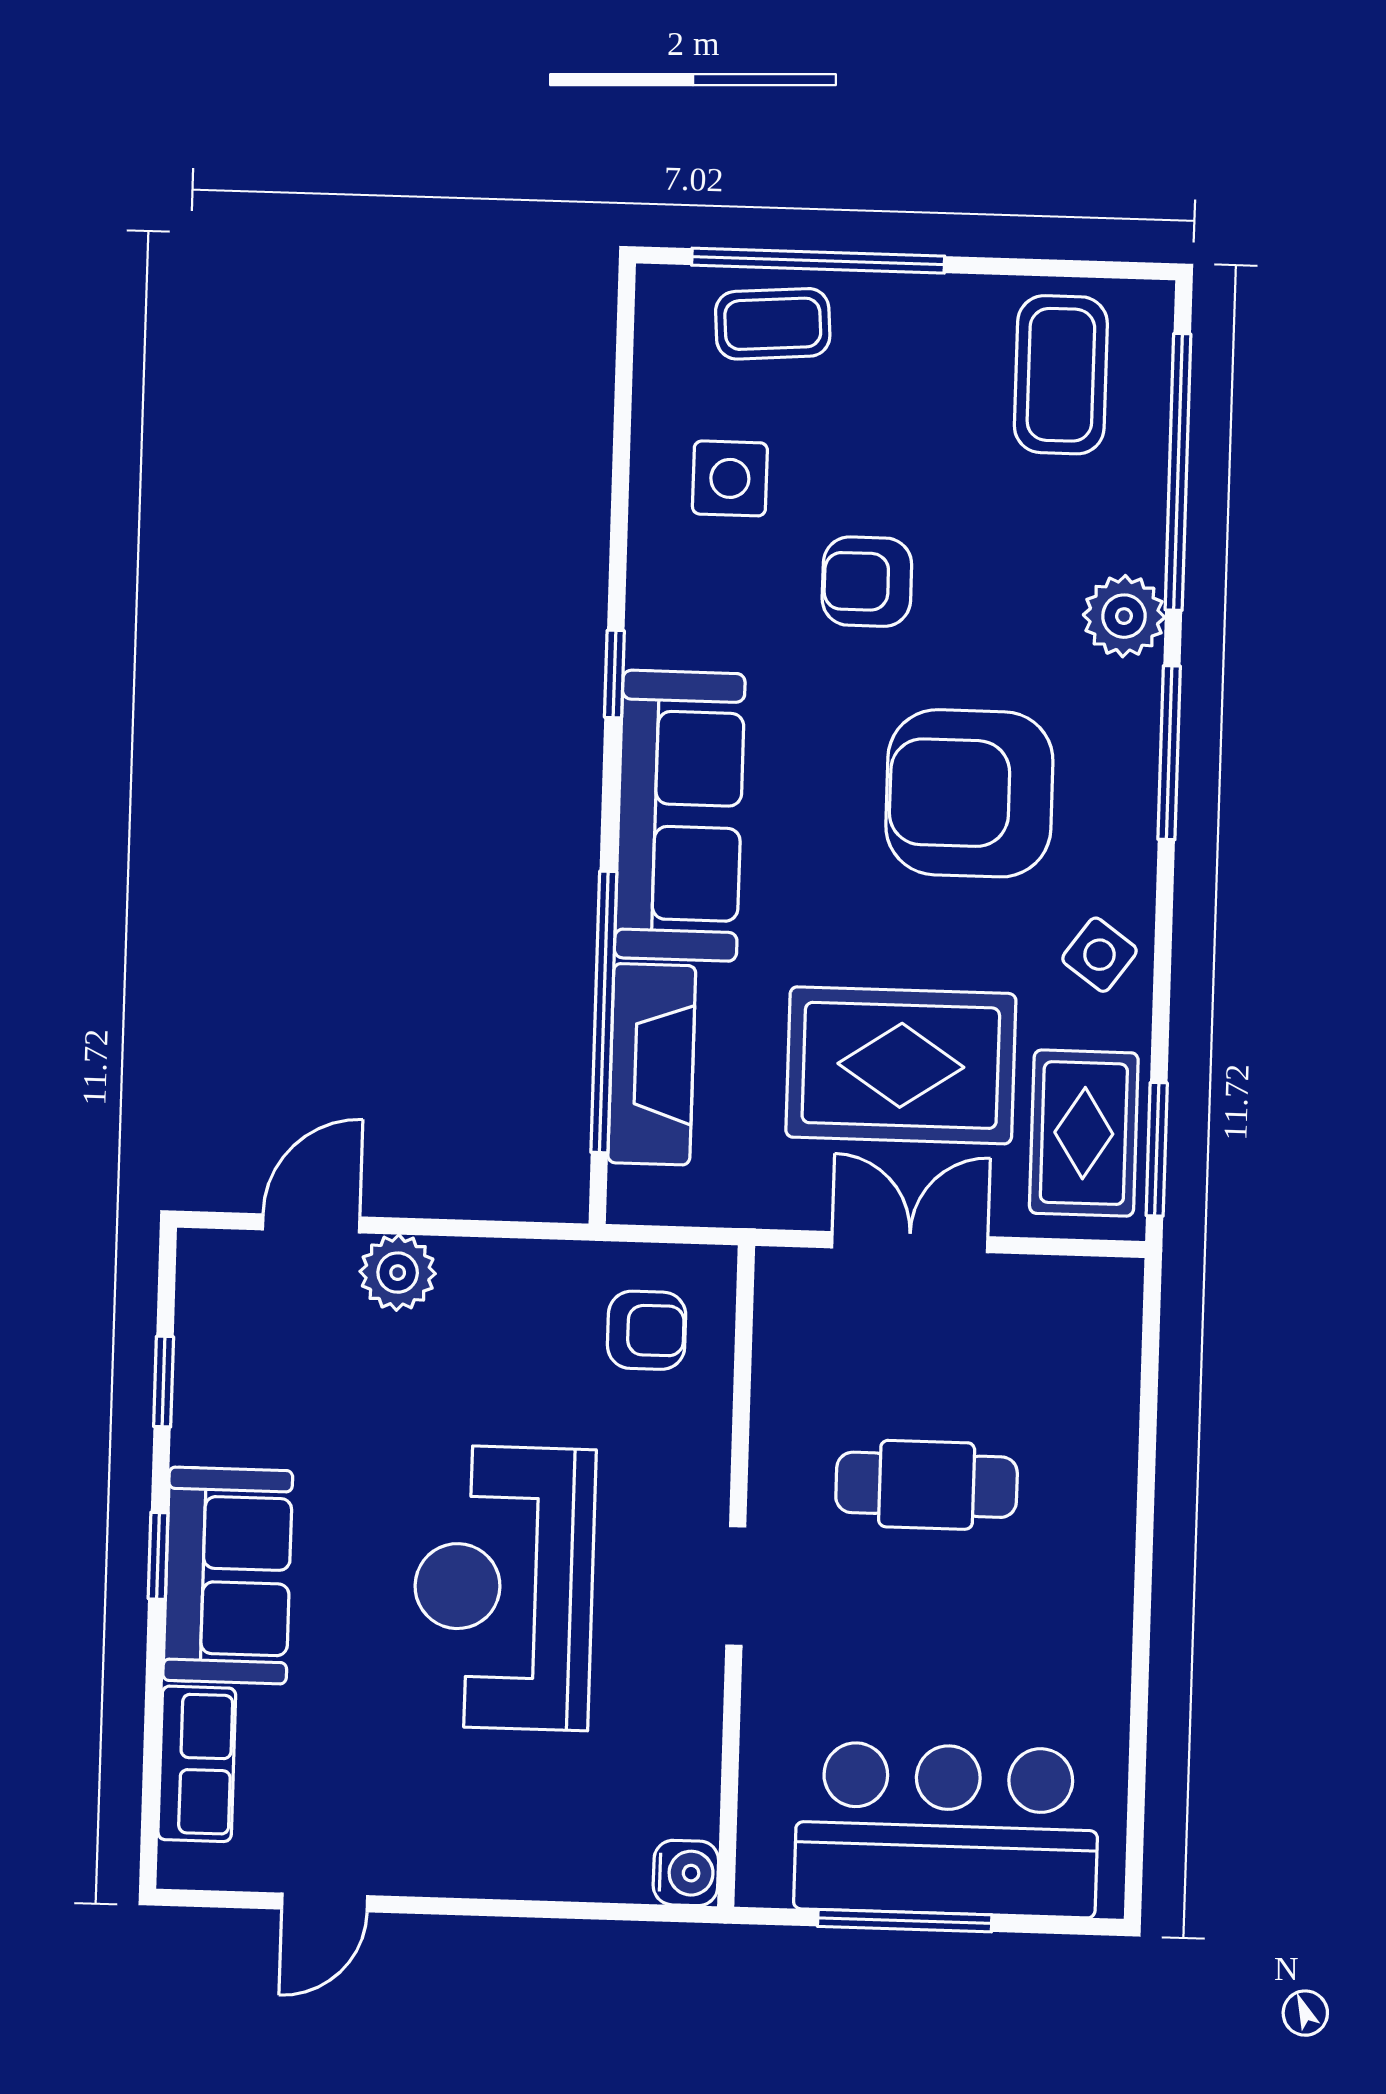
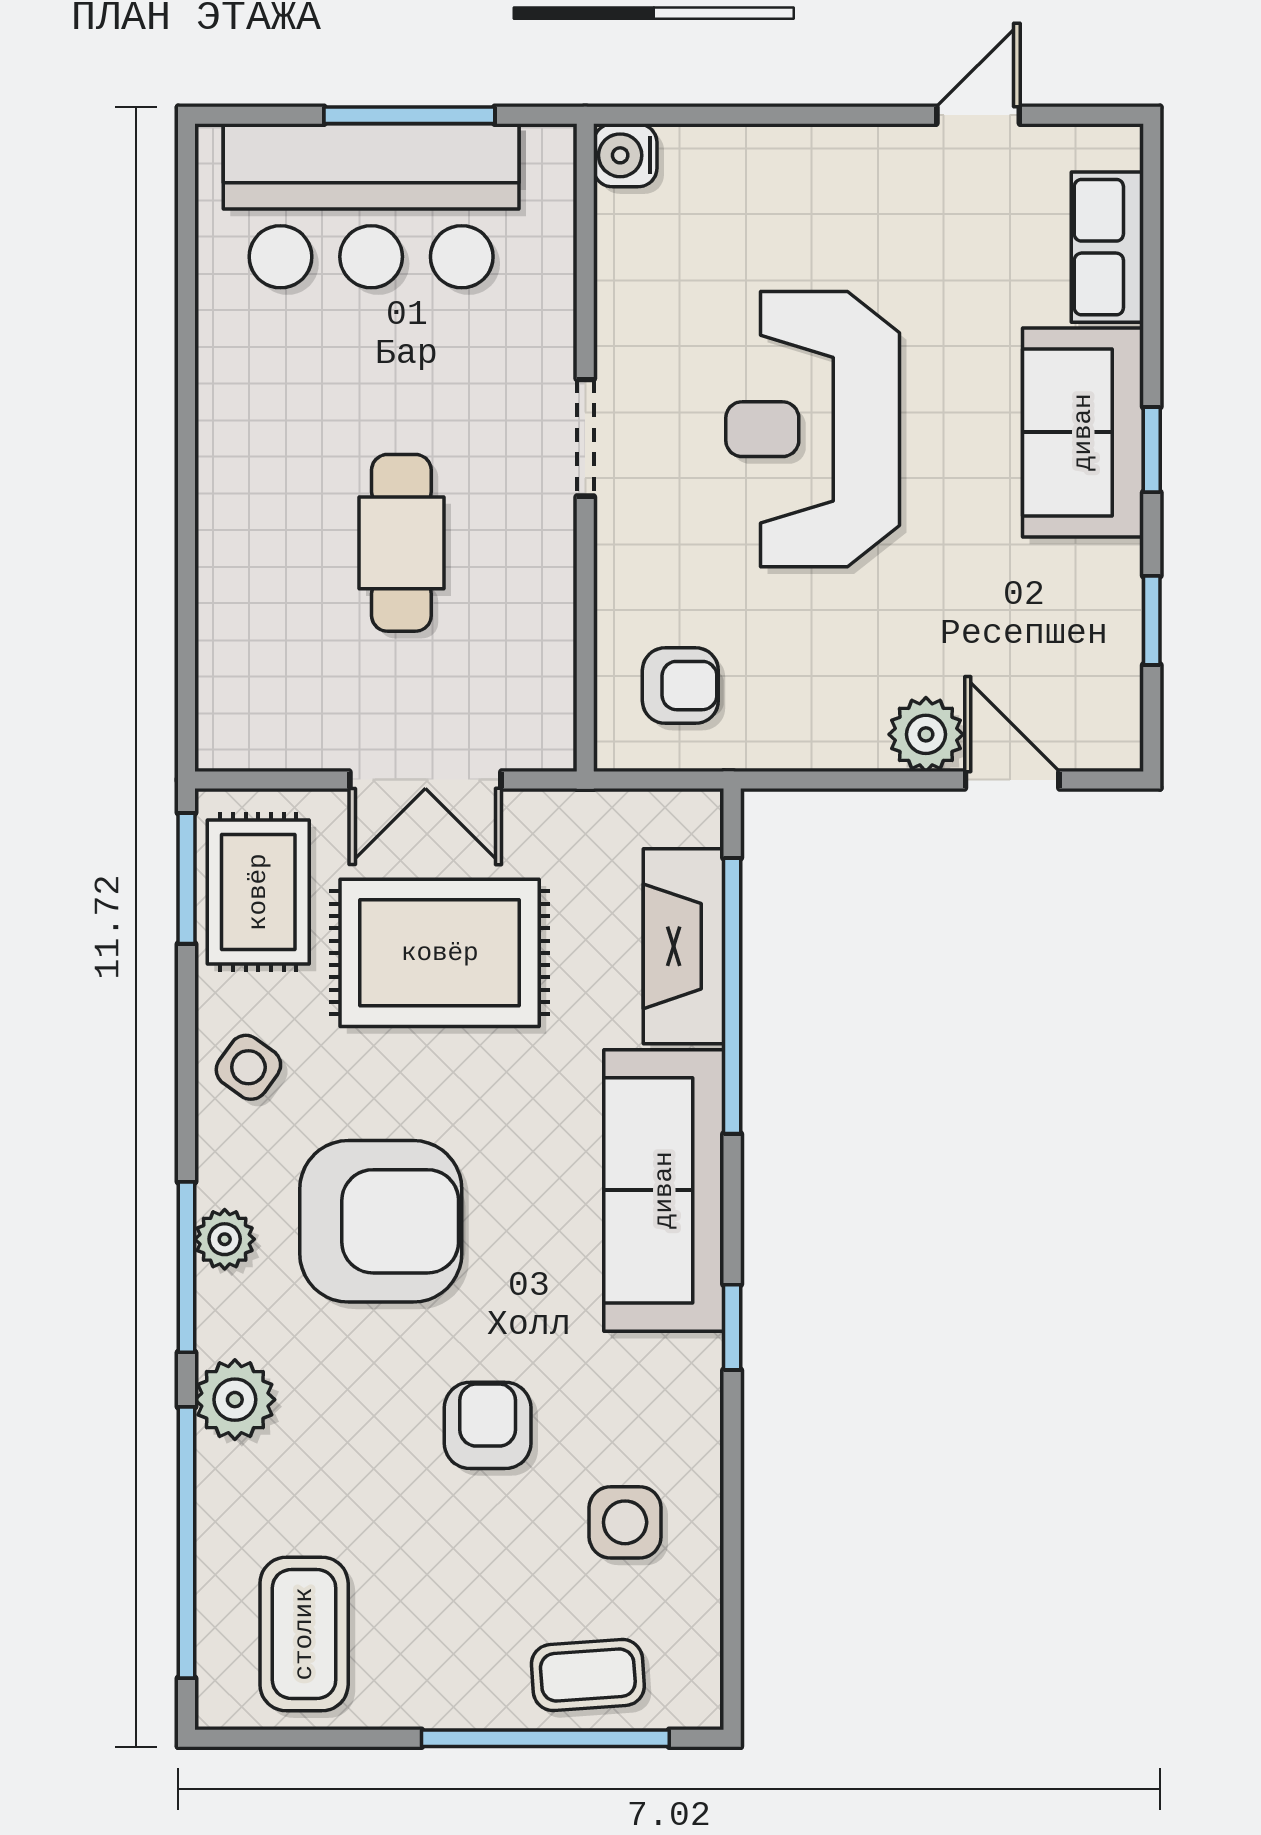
armchair: (867, 582) -> (488, 1425), turned -90
plant: (1129, 780) -> (225, 1239), added
door: (311, 1223) -> (1012, 780), swing flipped
armchair: (647, 1330) -> (680, 686), turned 180
cafe table: (927, 1485) -> (401, 543), turned 90
reception desk: (504, 1588) -> (813, 429), turned 180

